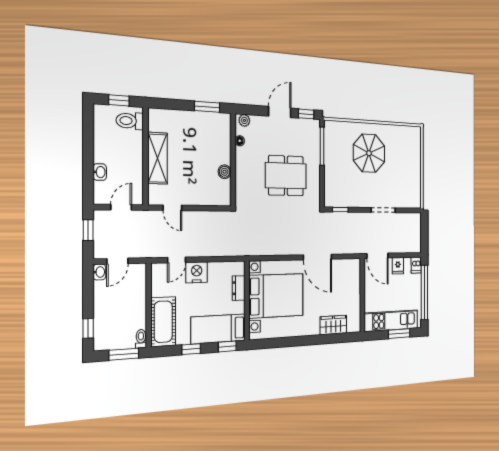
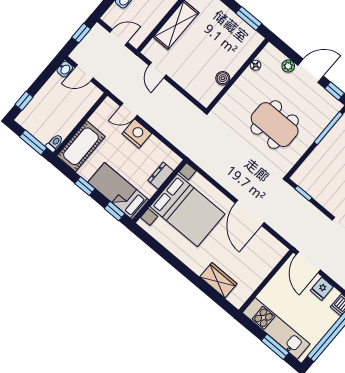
plant: (244, 120) -> (288, 66), moved

